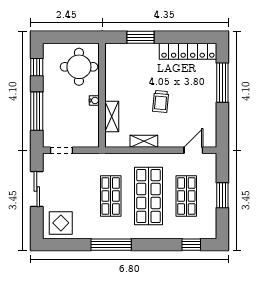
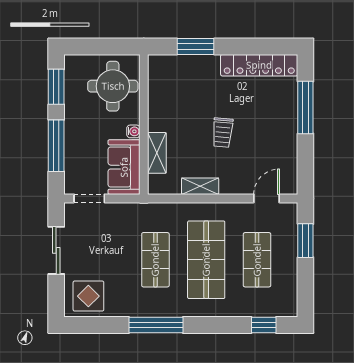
window: (37, 67) -> (56, 87), width x1.50
sofa: (87, 127) -> (124, 167), added
window: (222, 195) -> (305, 241), moved

